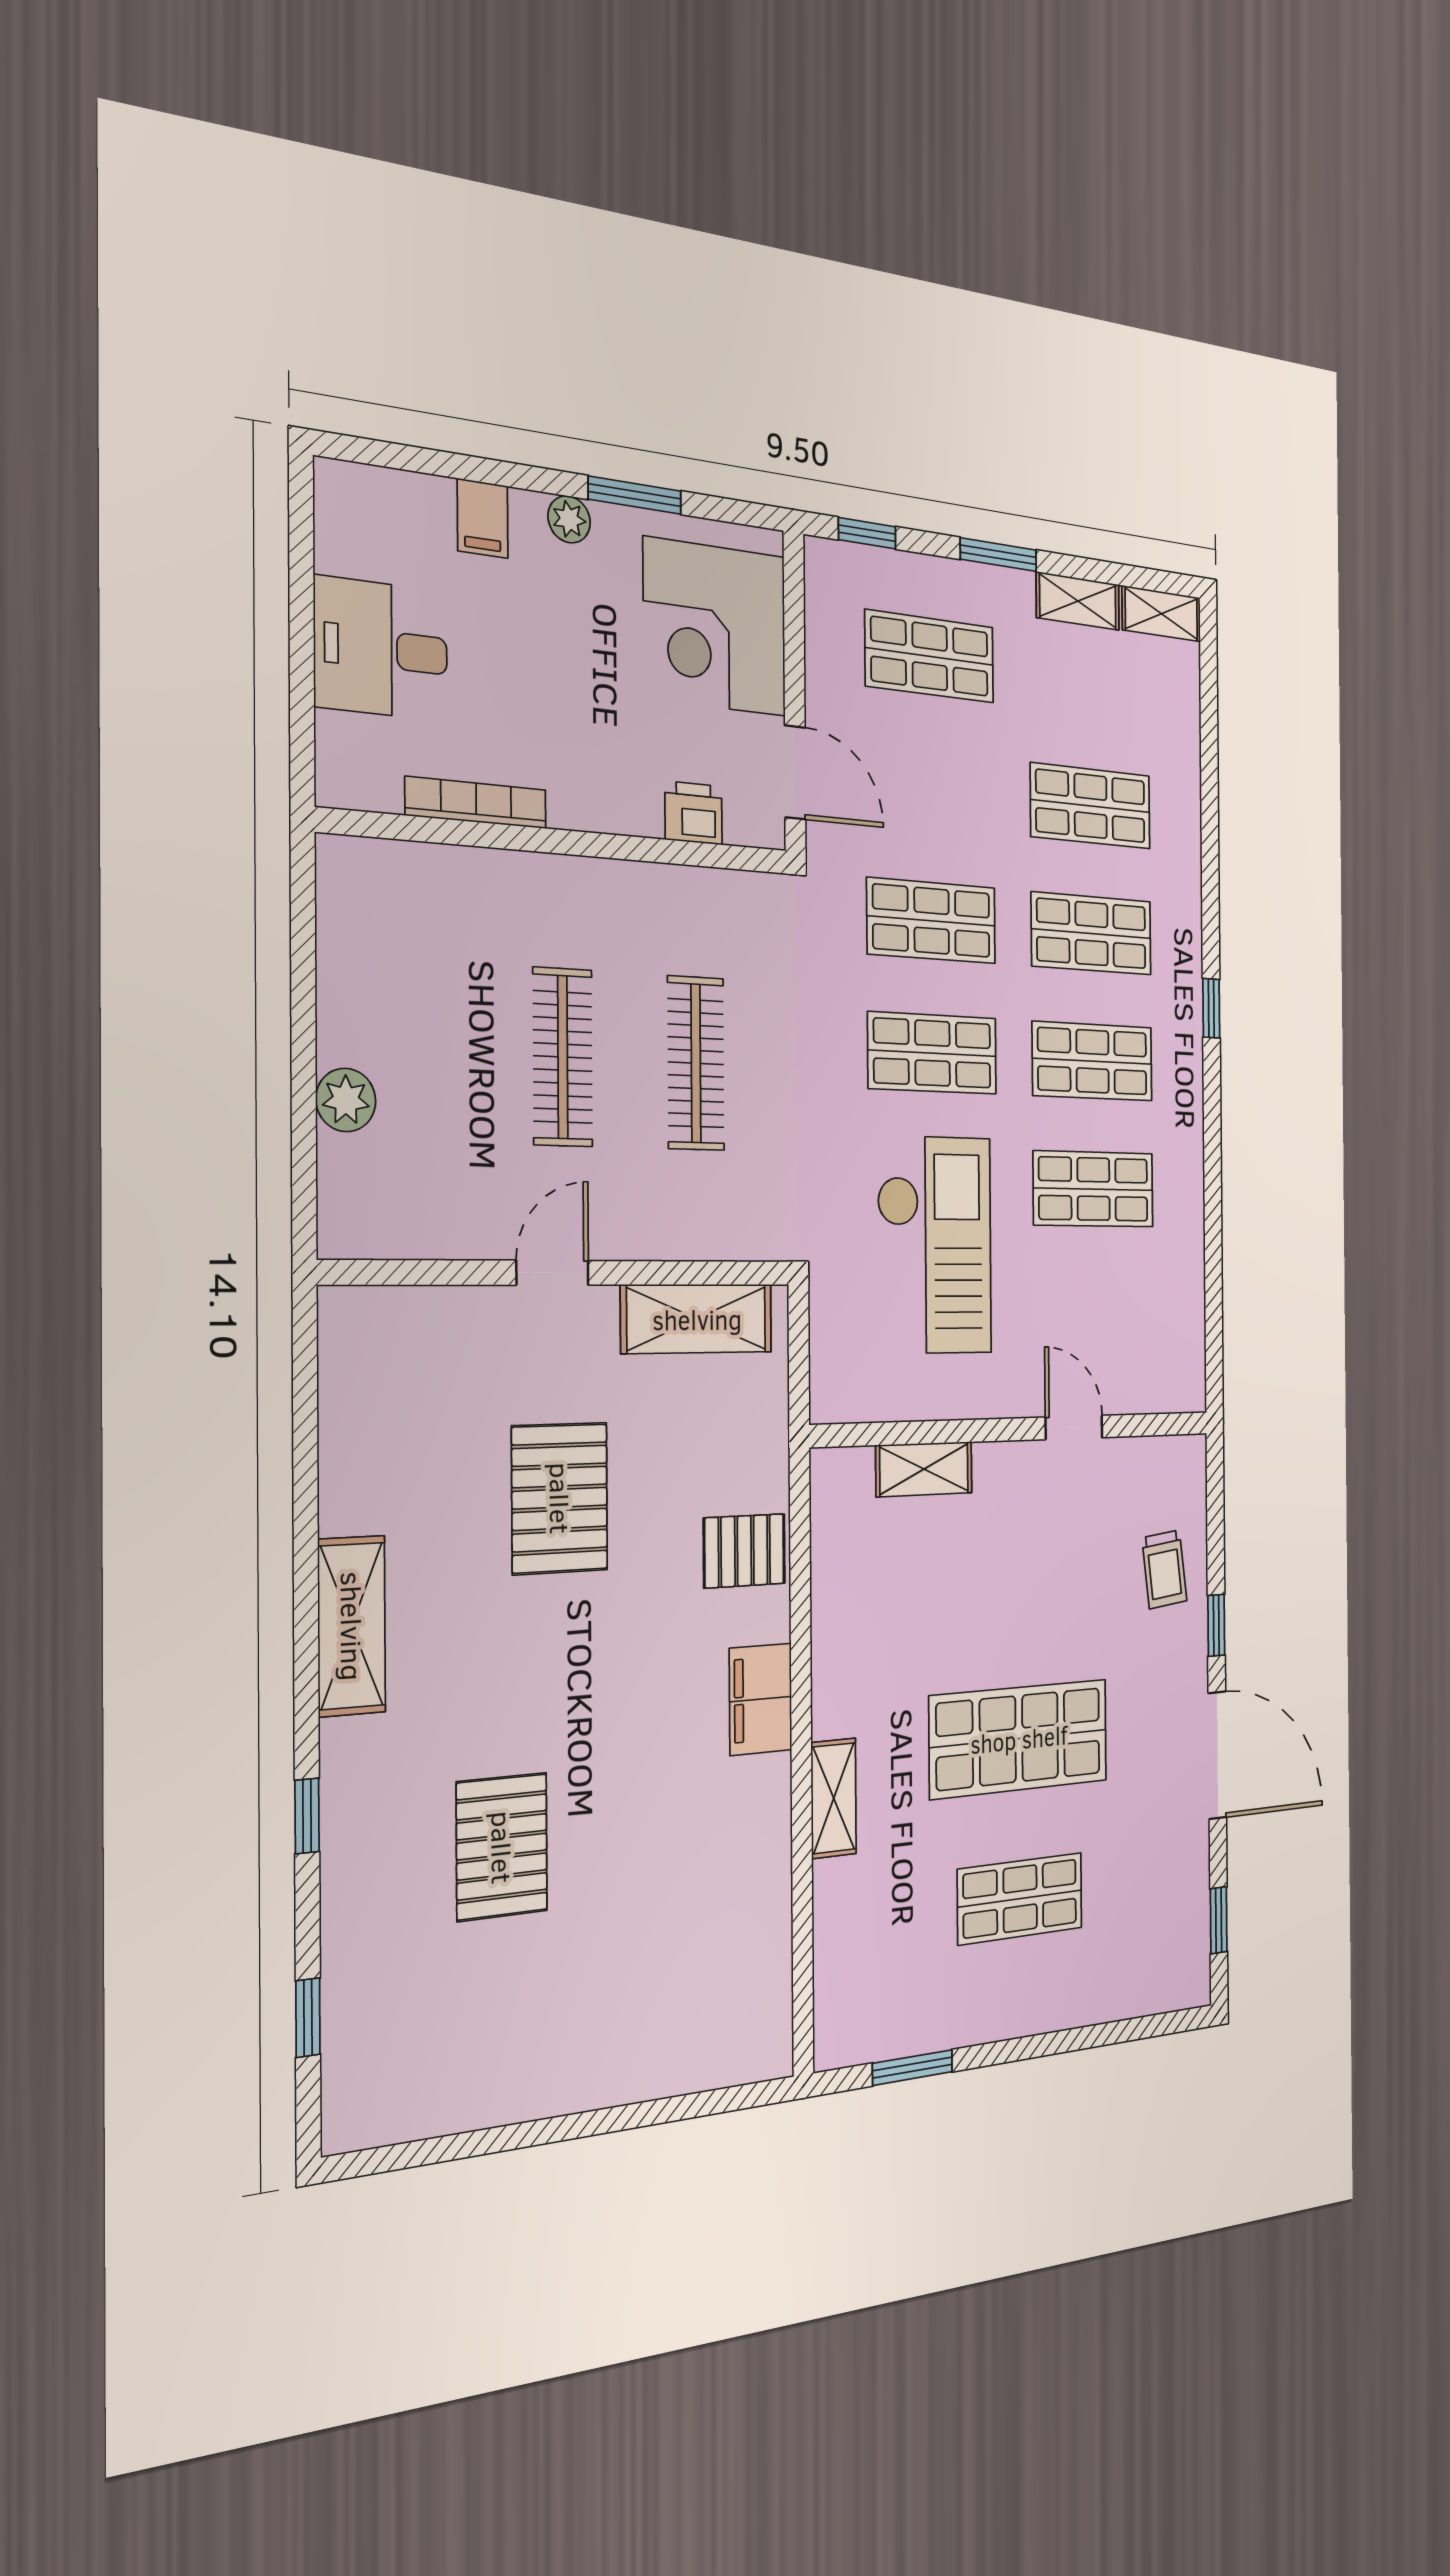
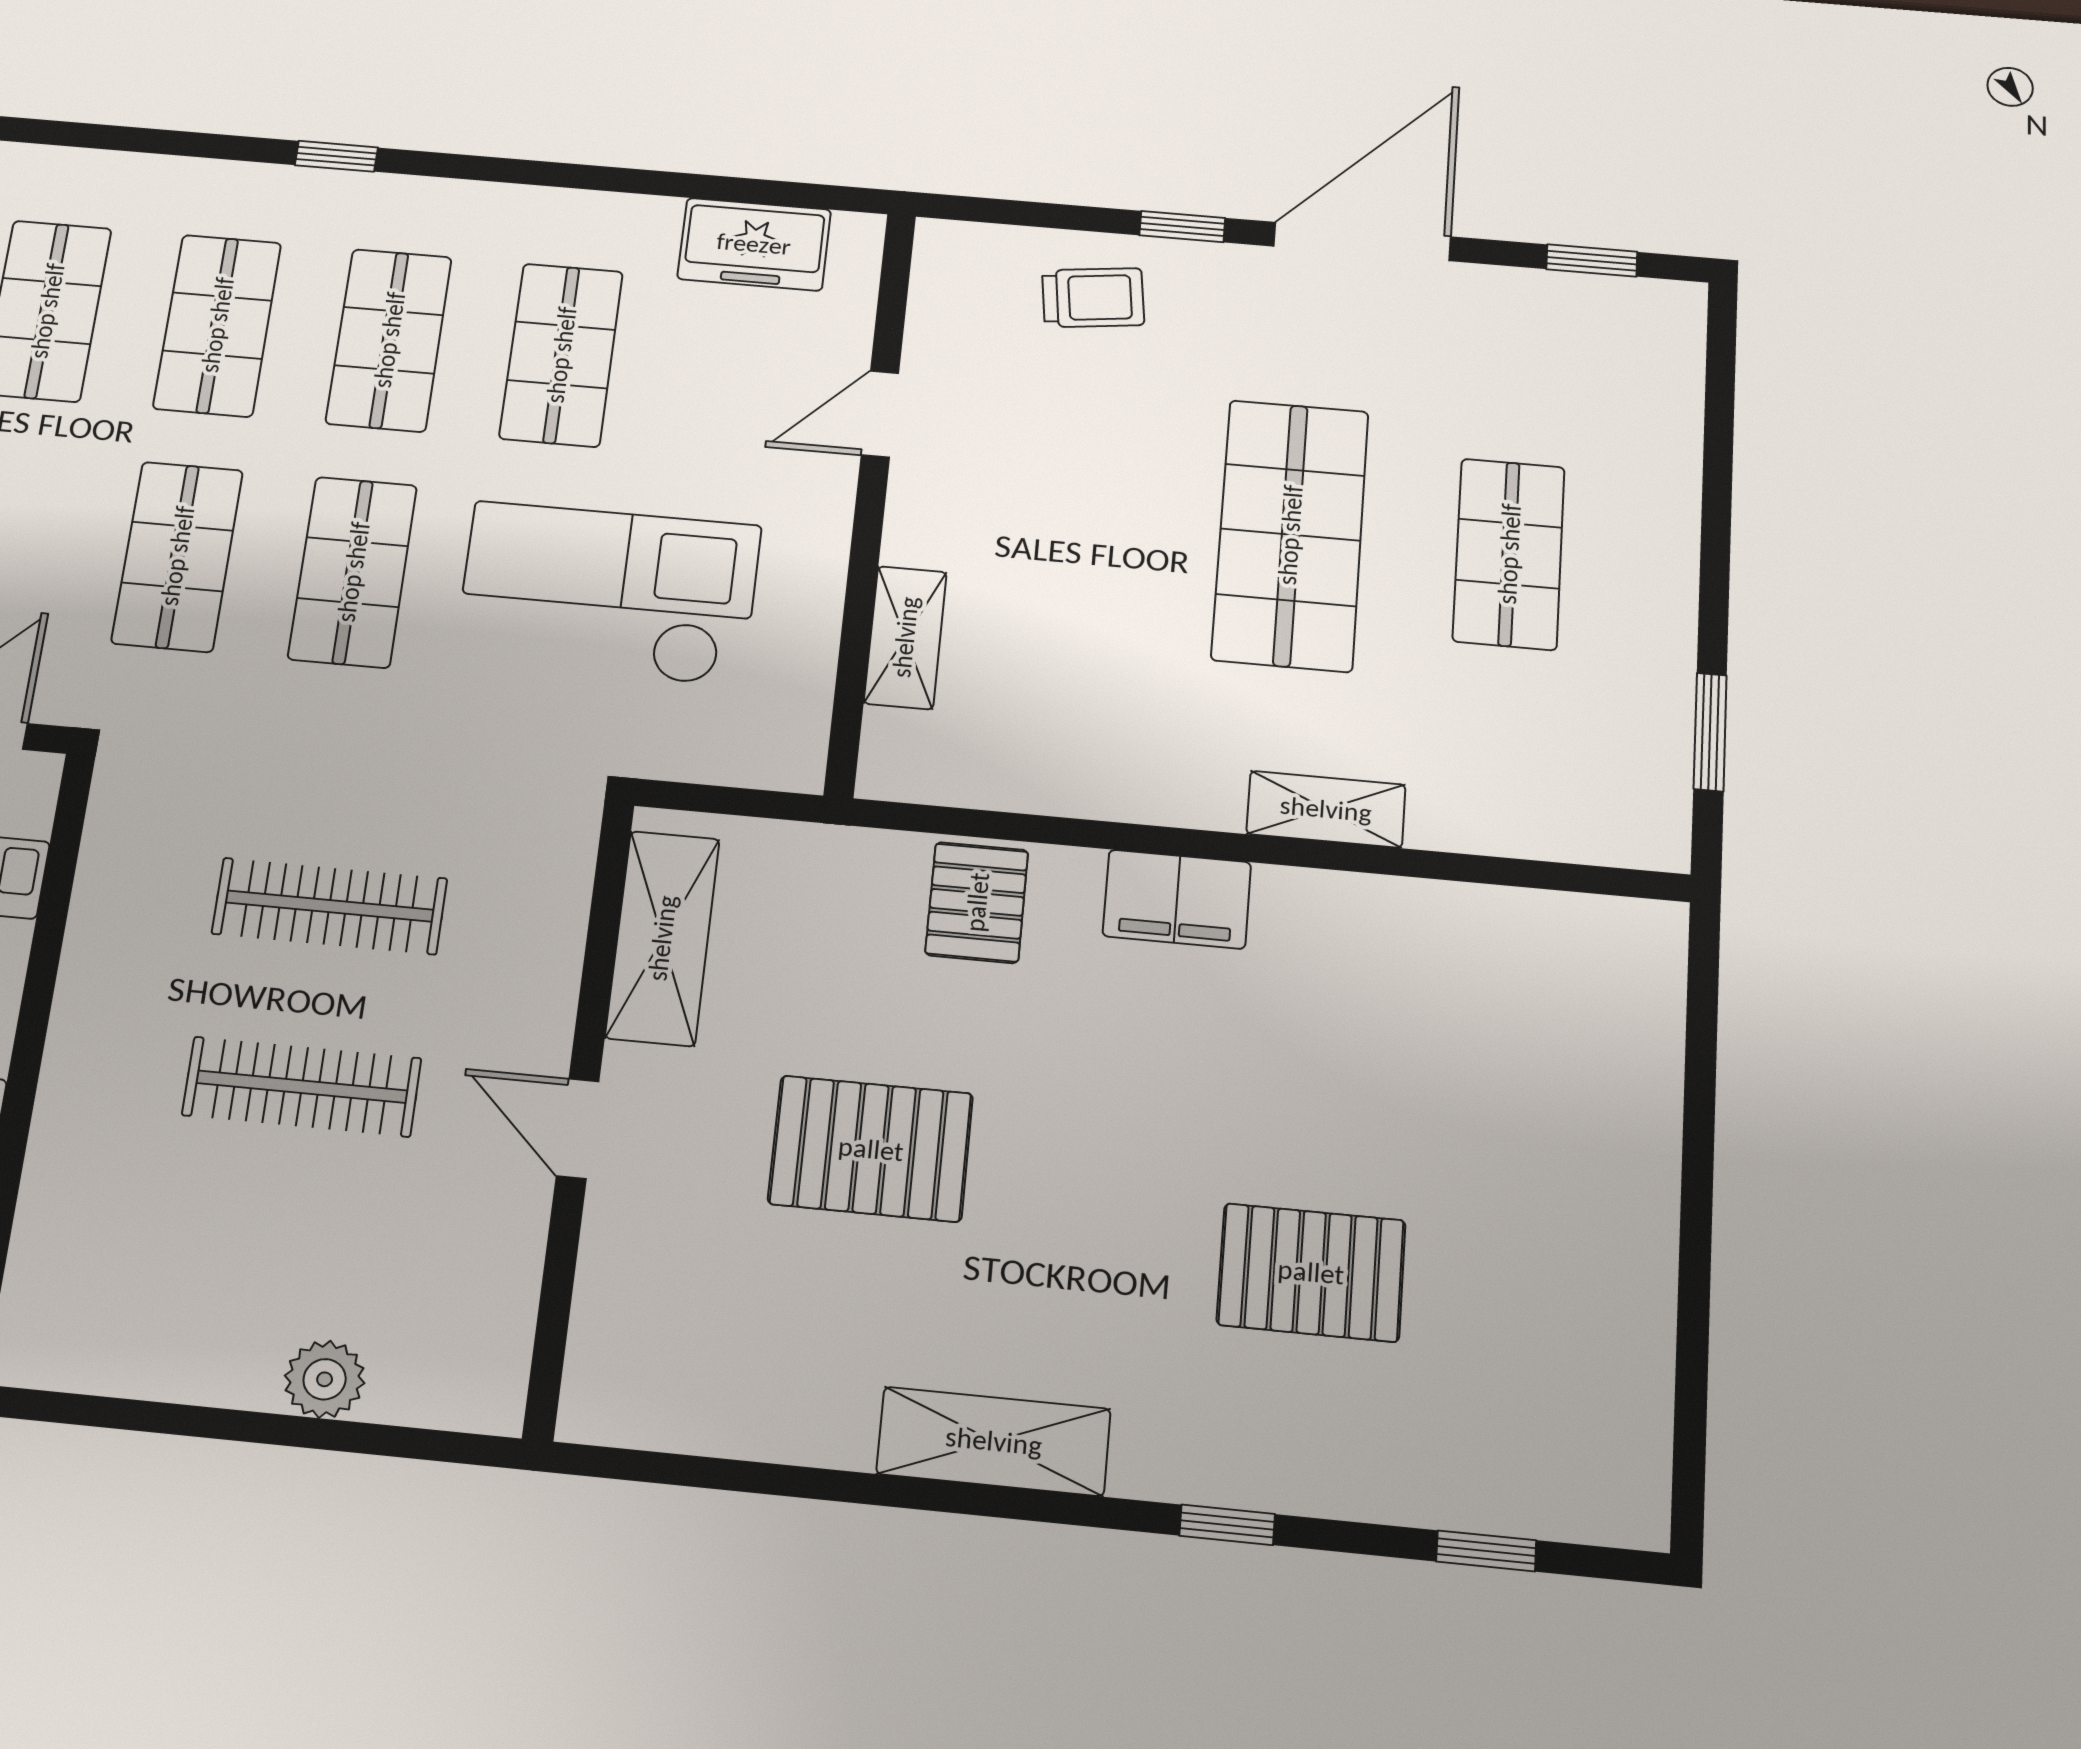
freezer: (1179, 1320) -> (754, 244), added

